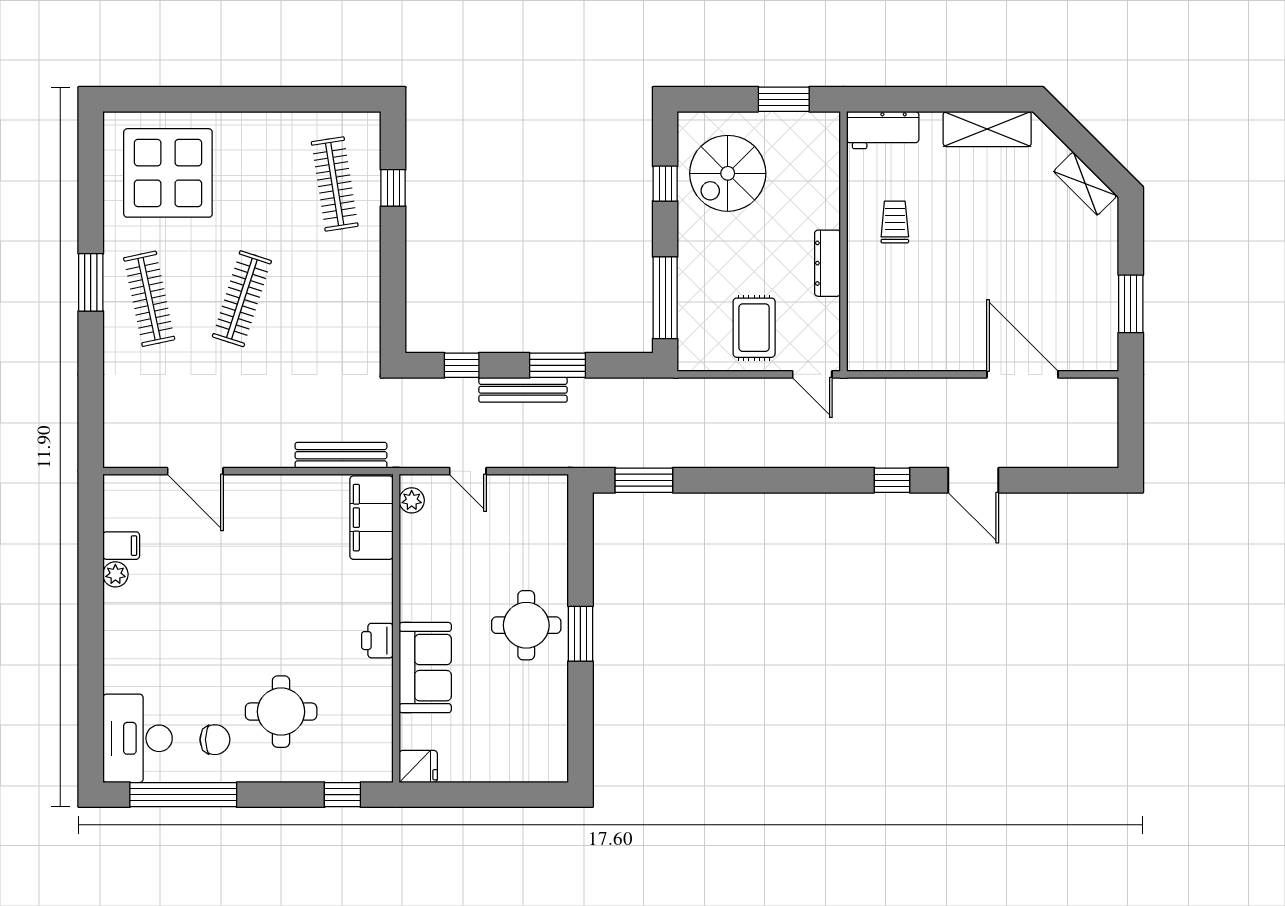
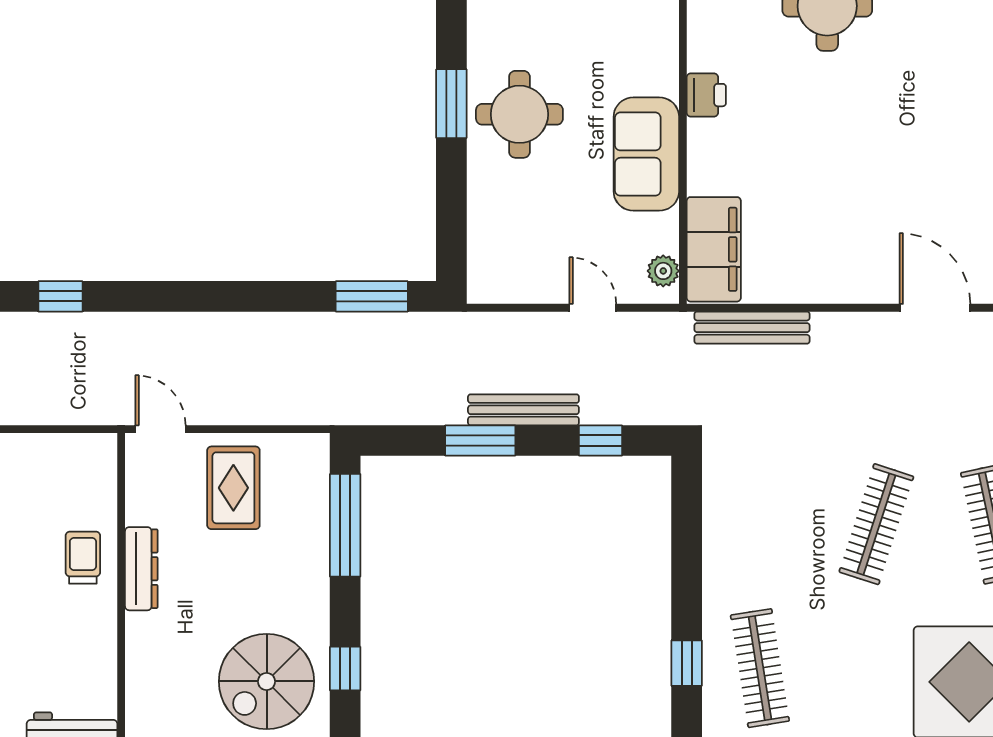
spiral stairs: (728, 173) -> (267, 681), turned 180
trolley: (895, 222) -> (83, 558), moved, turned 180
sofa: (425, 668) -> (646, 154), moved

